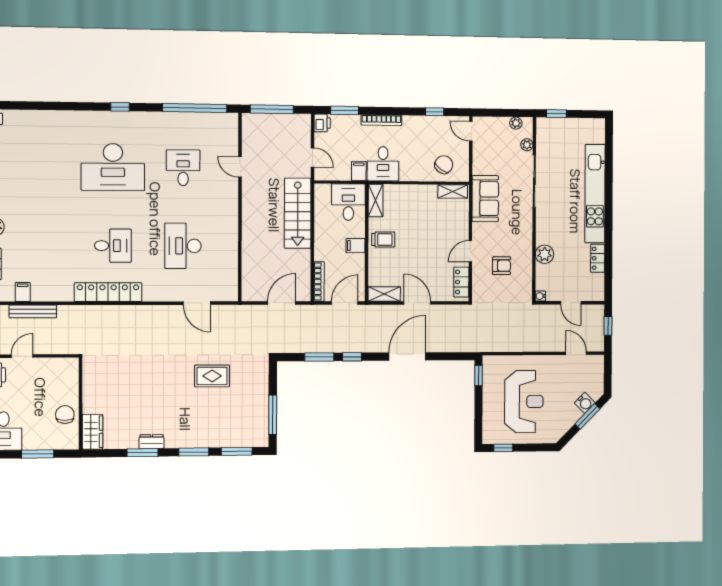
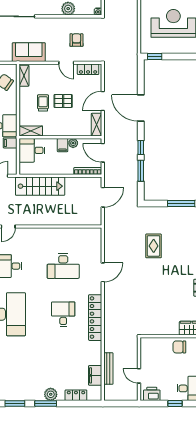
trolley: (383, 239) -> (43, 103), moved
pallet: (417, 247) -> (63, 101), added
plant: (358, 261) -> (73, 143), added
filing cabinet: (23, 292) -> (95, 375), width x2.00
door: (197, 303) -> (103, 272), moved
door: (282, 303) -> (103, 197), swing flipped

